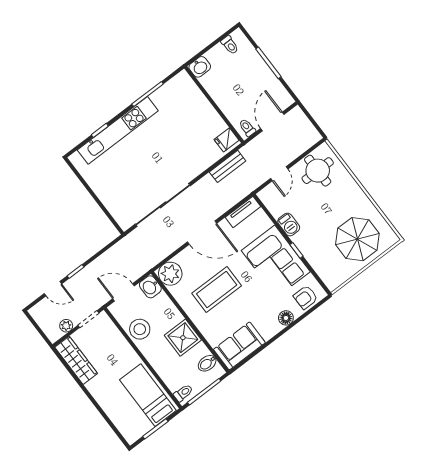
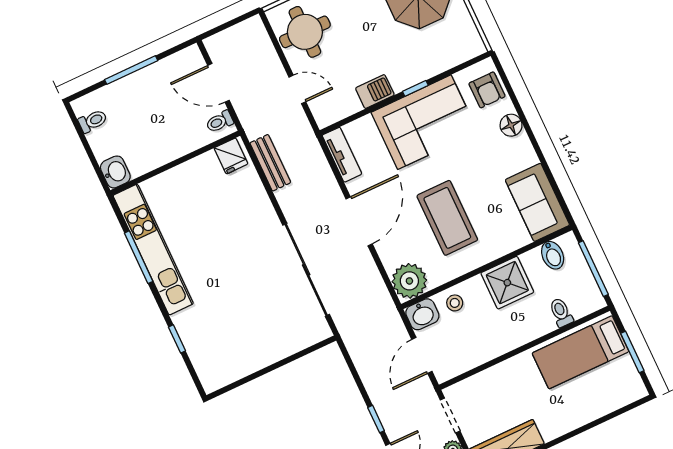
kitchen unit: (118, 130) -> (153, 250), moved
stool: (140, 329) -> (455, 303), moved, width x0.53, depth x0.53
toilet: (183, 393) -> (561, 312), moved

